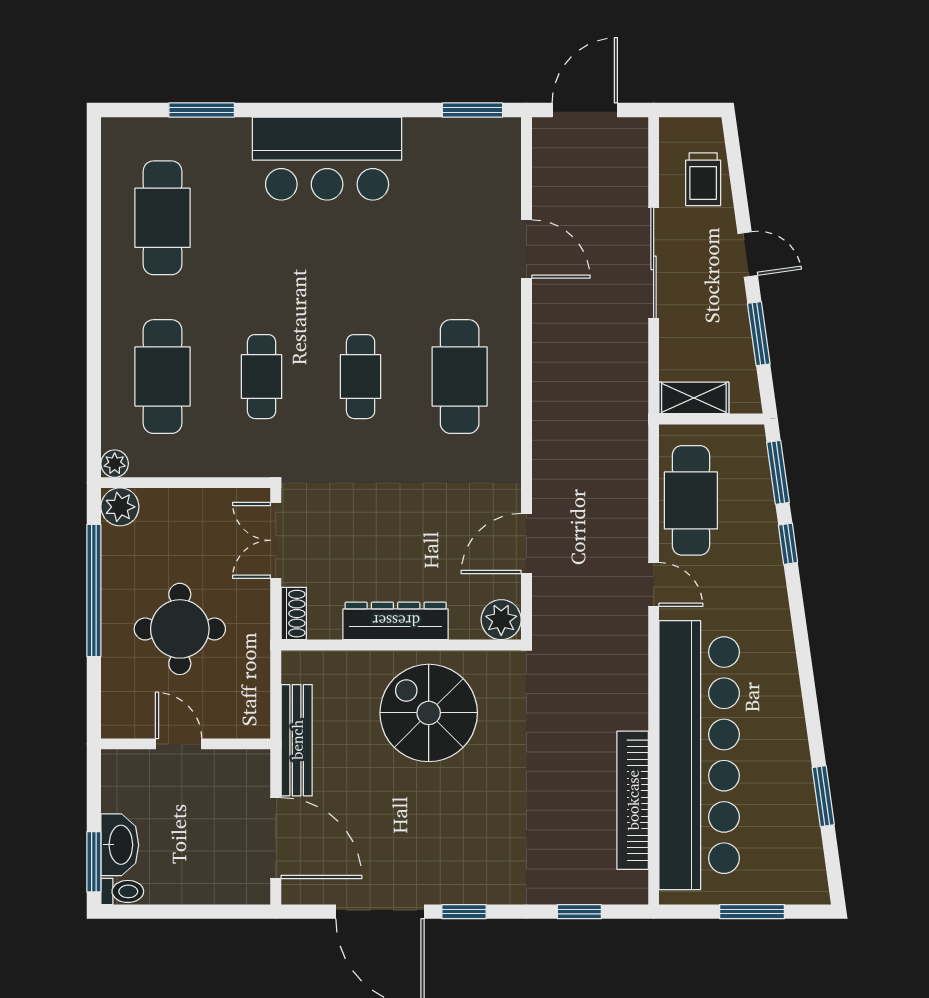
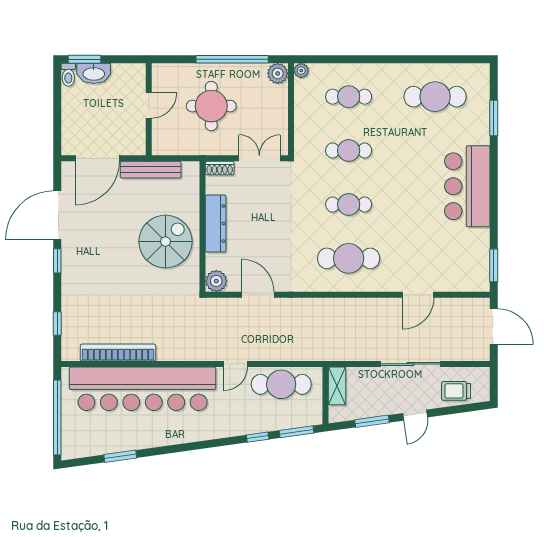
cafe table: (162, 377) -> (349, 97), width x0.73, depth x0.74
window: (752, 912) -> (57, 418), width x2.11

